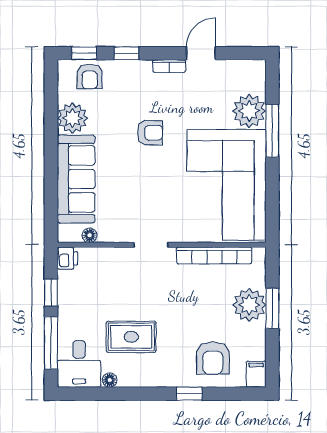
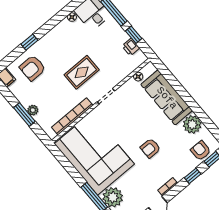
printer: (67, 258) -> (131, 47), moved
plant: (249, 305) -> (33, 110), width x0.53, depth x0.53
rug: (131, 337) -> (82, 72), moved
armchair: (213, 358) -> (33, 68), turned -90

